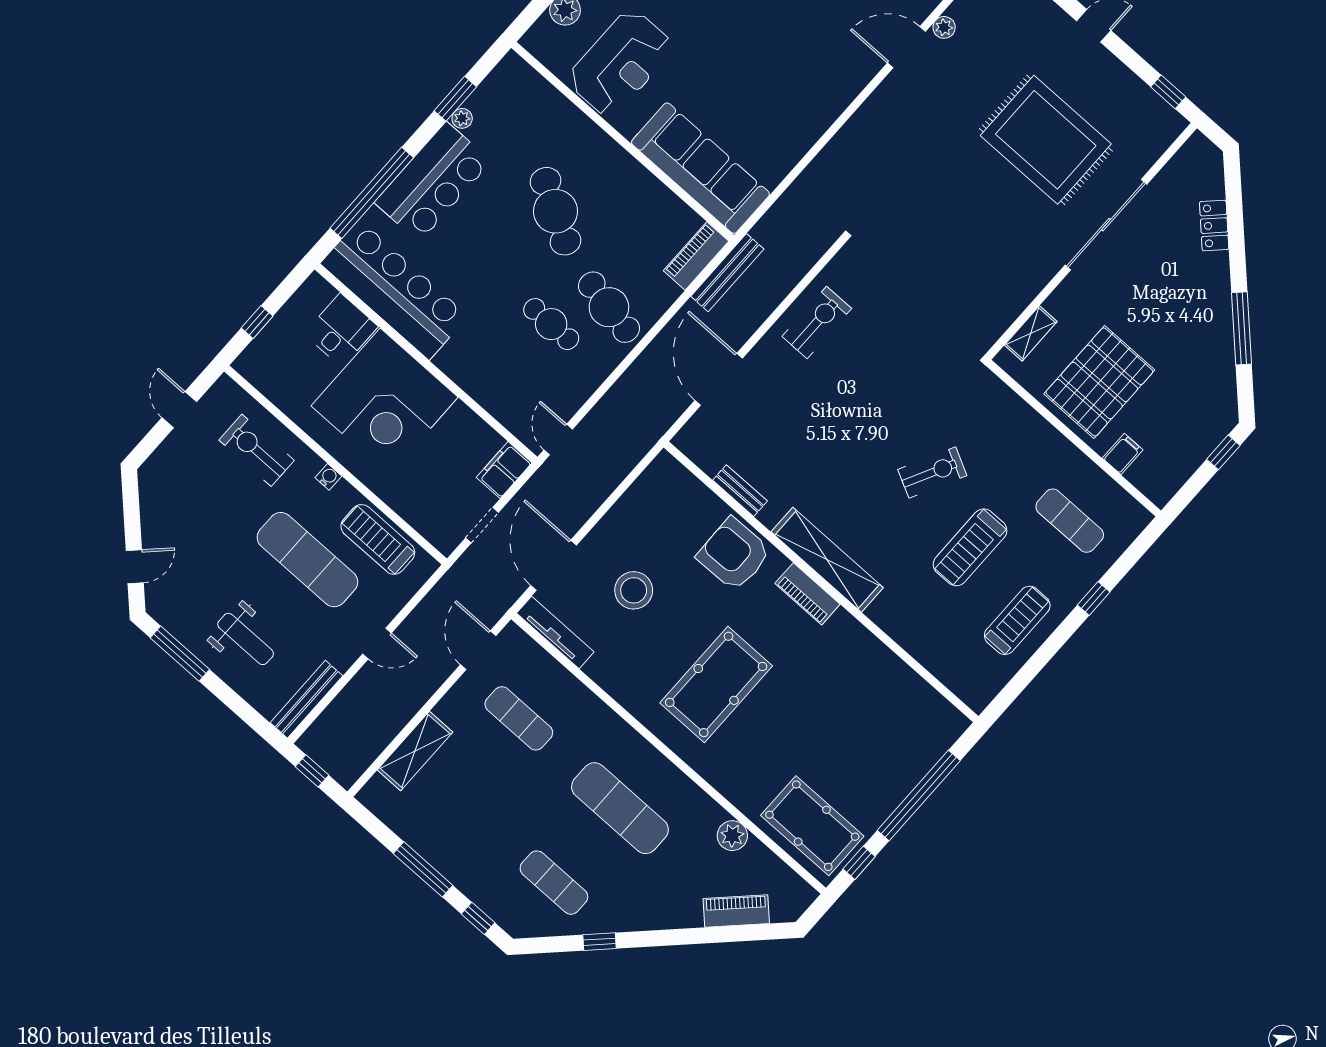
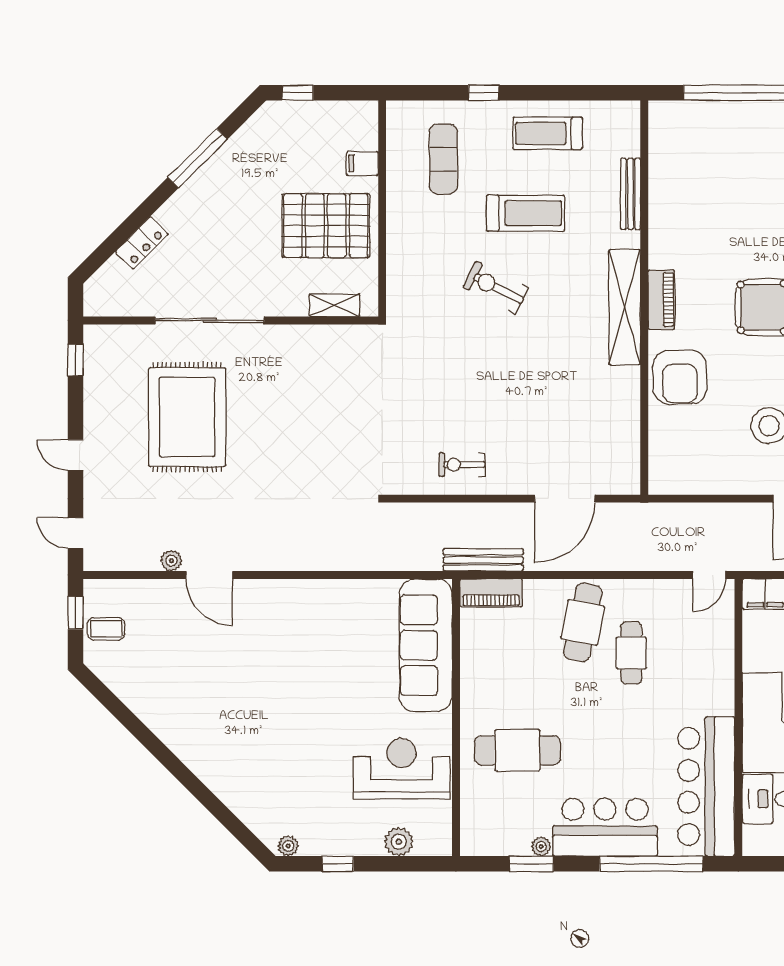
cafe table: (555, 211) -> (517, 750), moved, turned 60
exercise bike: (817, 322) -> (462, 465), width x0.73, depth x0.72
bench: (740, 491) -> (630, 194), moved, width x1.36

